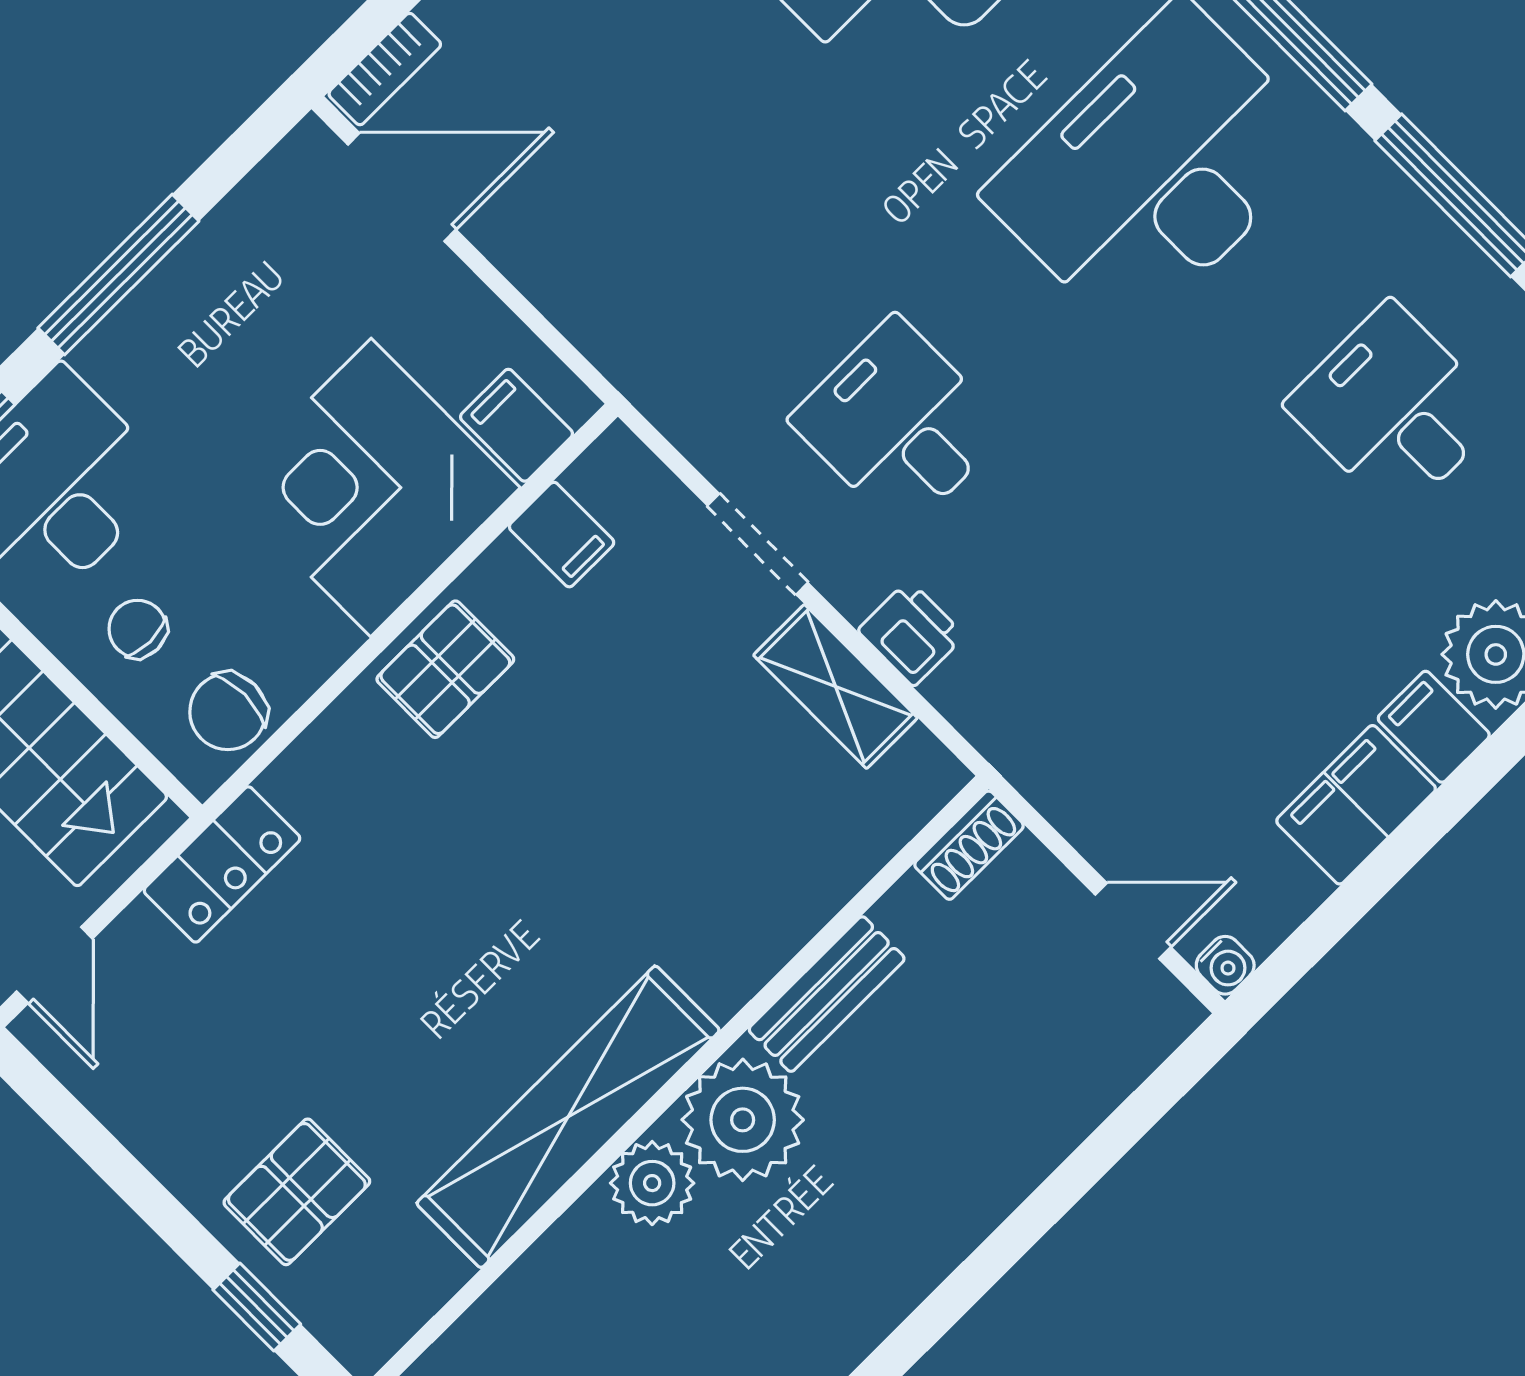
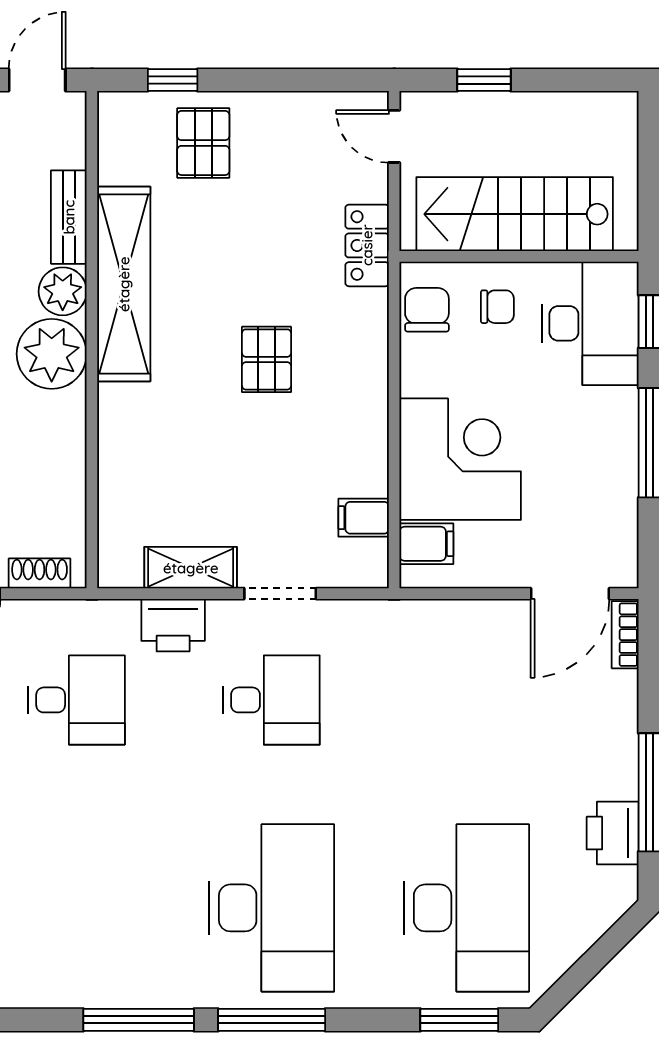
desk: (1394, 409) -> (77, 700), moved
printer: (911, 633) -> (173, 625), width x1.36, depth x1.24
pallet: (445, 669) -> (267, 359), moved
shoe rack: (969, 845) -> (40, 573), moved, turned 90
bench: (827, 994) -> (69, 217), moved

